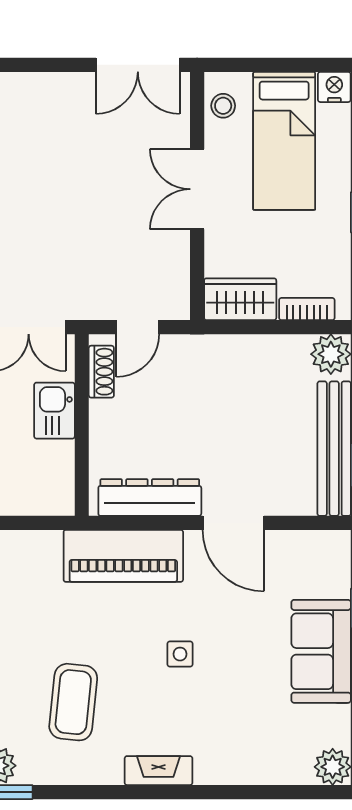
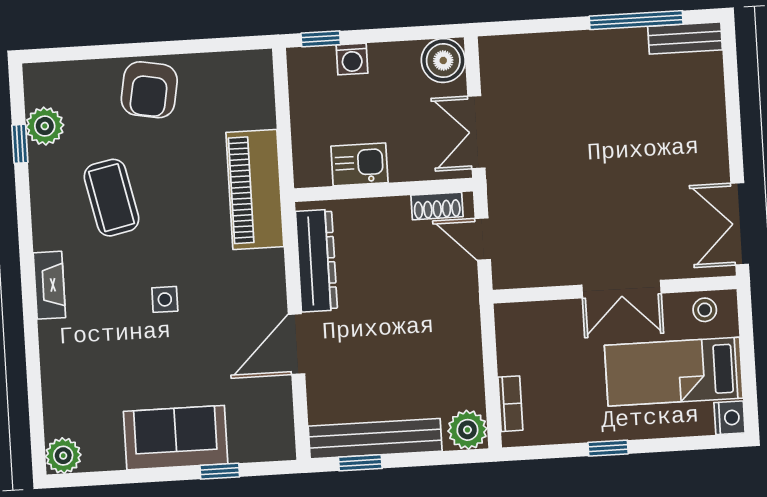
double door: (197, 189) -> (621, 289), swing flipped
wardrobe: (240, 299) -> (516, 338), removed
kitchen sink: (54, 411) -> (359, 164), moved
piano: (123, 556) -> (255, 189), moved
coffee table: (73, 702) -> (111, 198), turned 72

